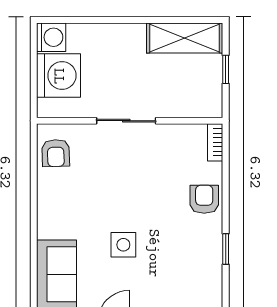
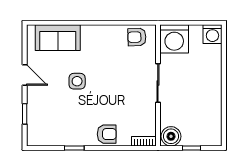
shelving: (185, 38) -> (212, 121), removed
washing machine: (59, 76) -> (174, 39), moved
boiler: (208, 101) -> (171, 136), added

